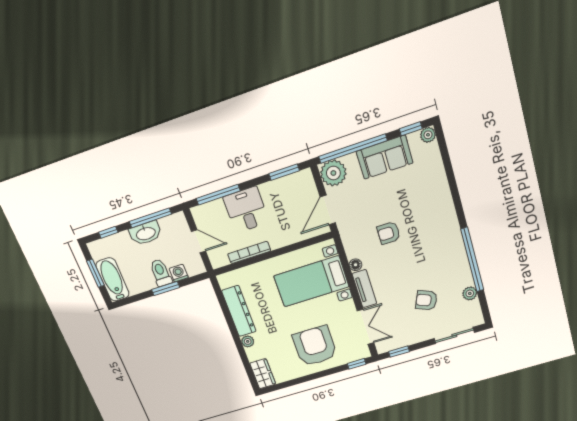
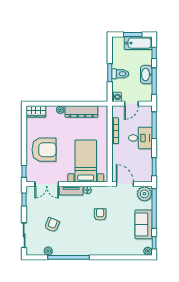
washing machine: (179, 273) -> (116, 97), moved
bathtub: (113, 280) -> (138, 43), moved

